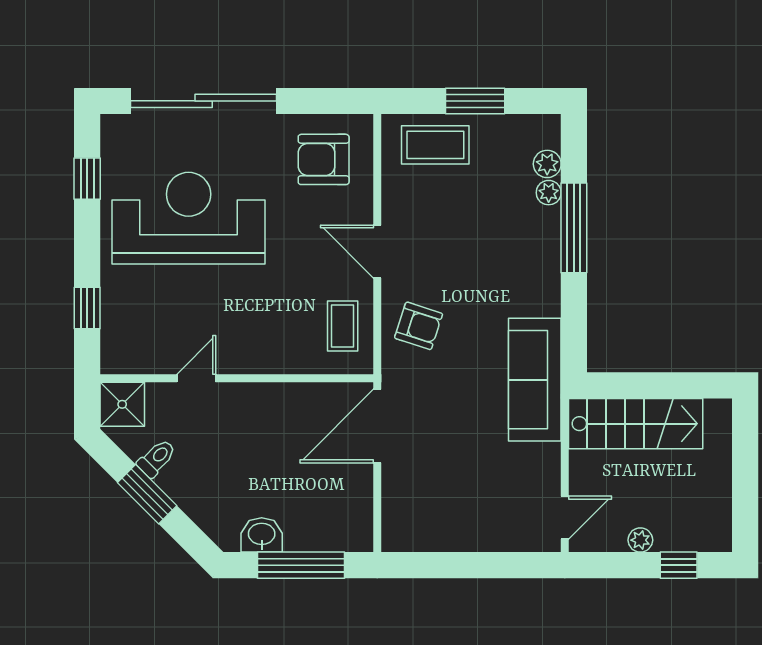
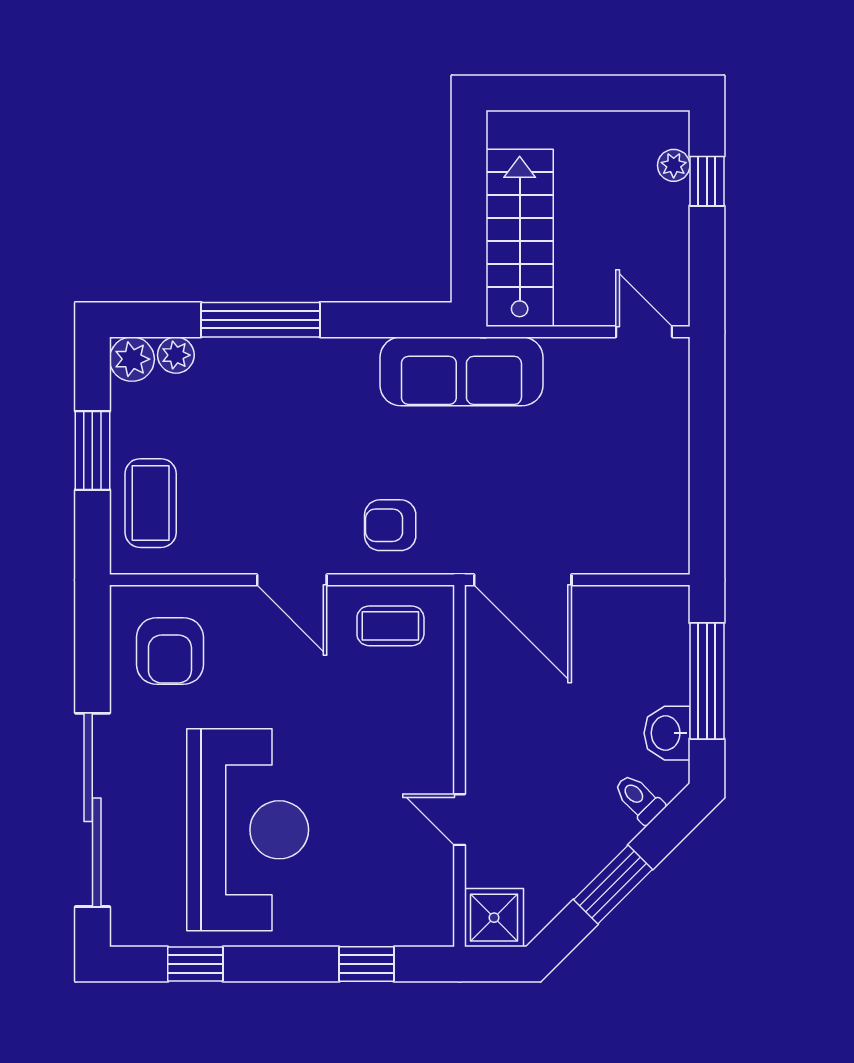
plant: (549, 193) -> (132, 359), moved, width x1.38, depth x1.38
reception desk: (189, 218) -> (248, 830), turned 180
door: (377, 252) -> (292, 580), hinge flipped
armchair: (419, 326) -> (390, 525), turned -108
toilet: (157, 458) -> (639, 799), moved
plant: (640, 540) -> (674, 165), moved

